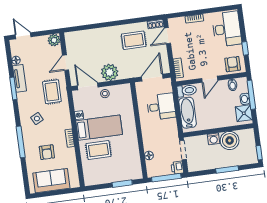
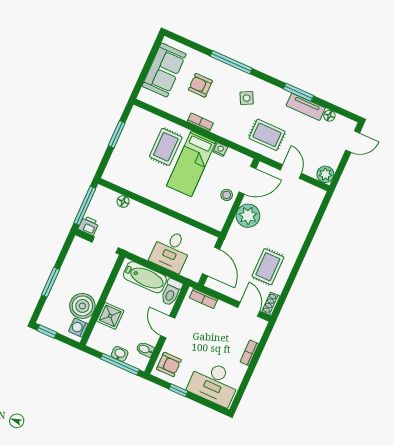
shower: (244, 113) -> (110, 316), moved
washing machine: (214, 139) -> (78, 328), moved
window: (122, 184) -> (117, 134), moved

